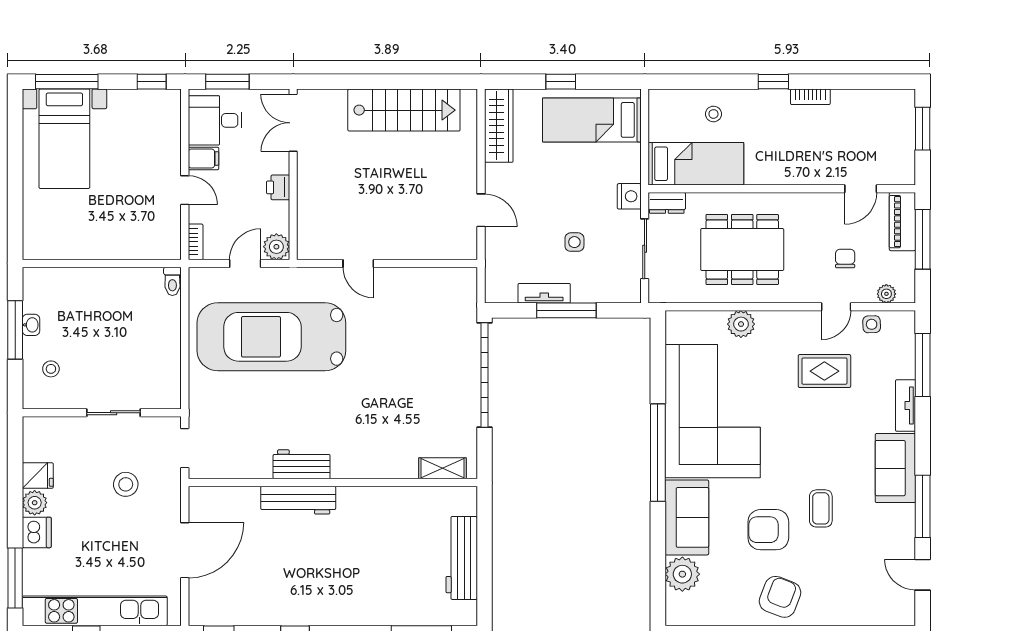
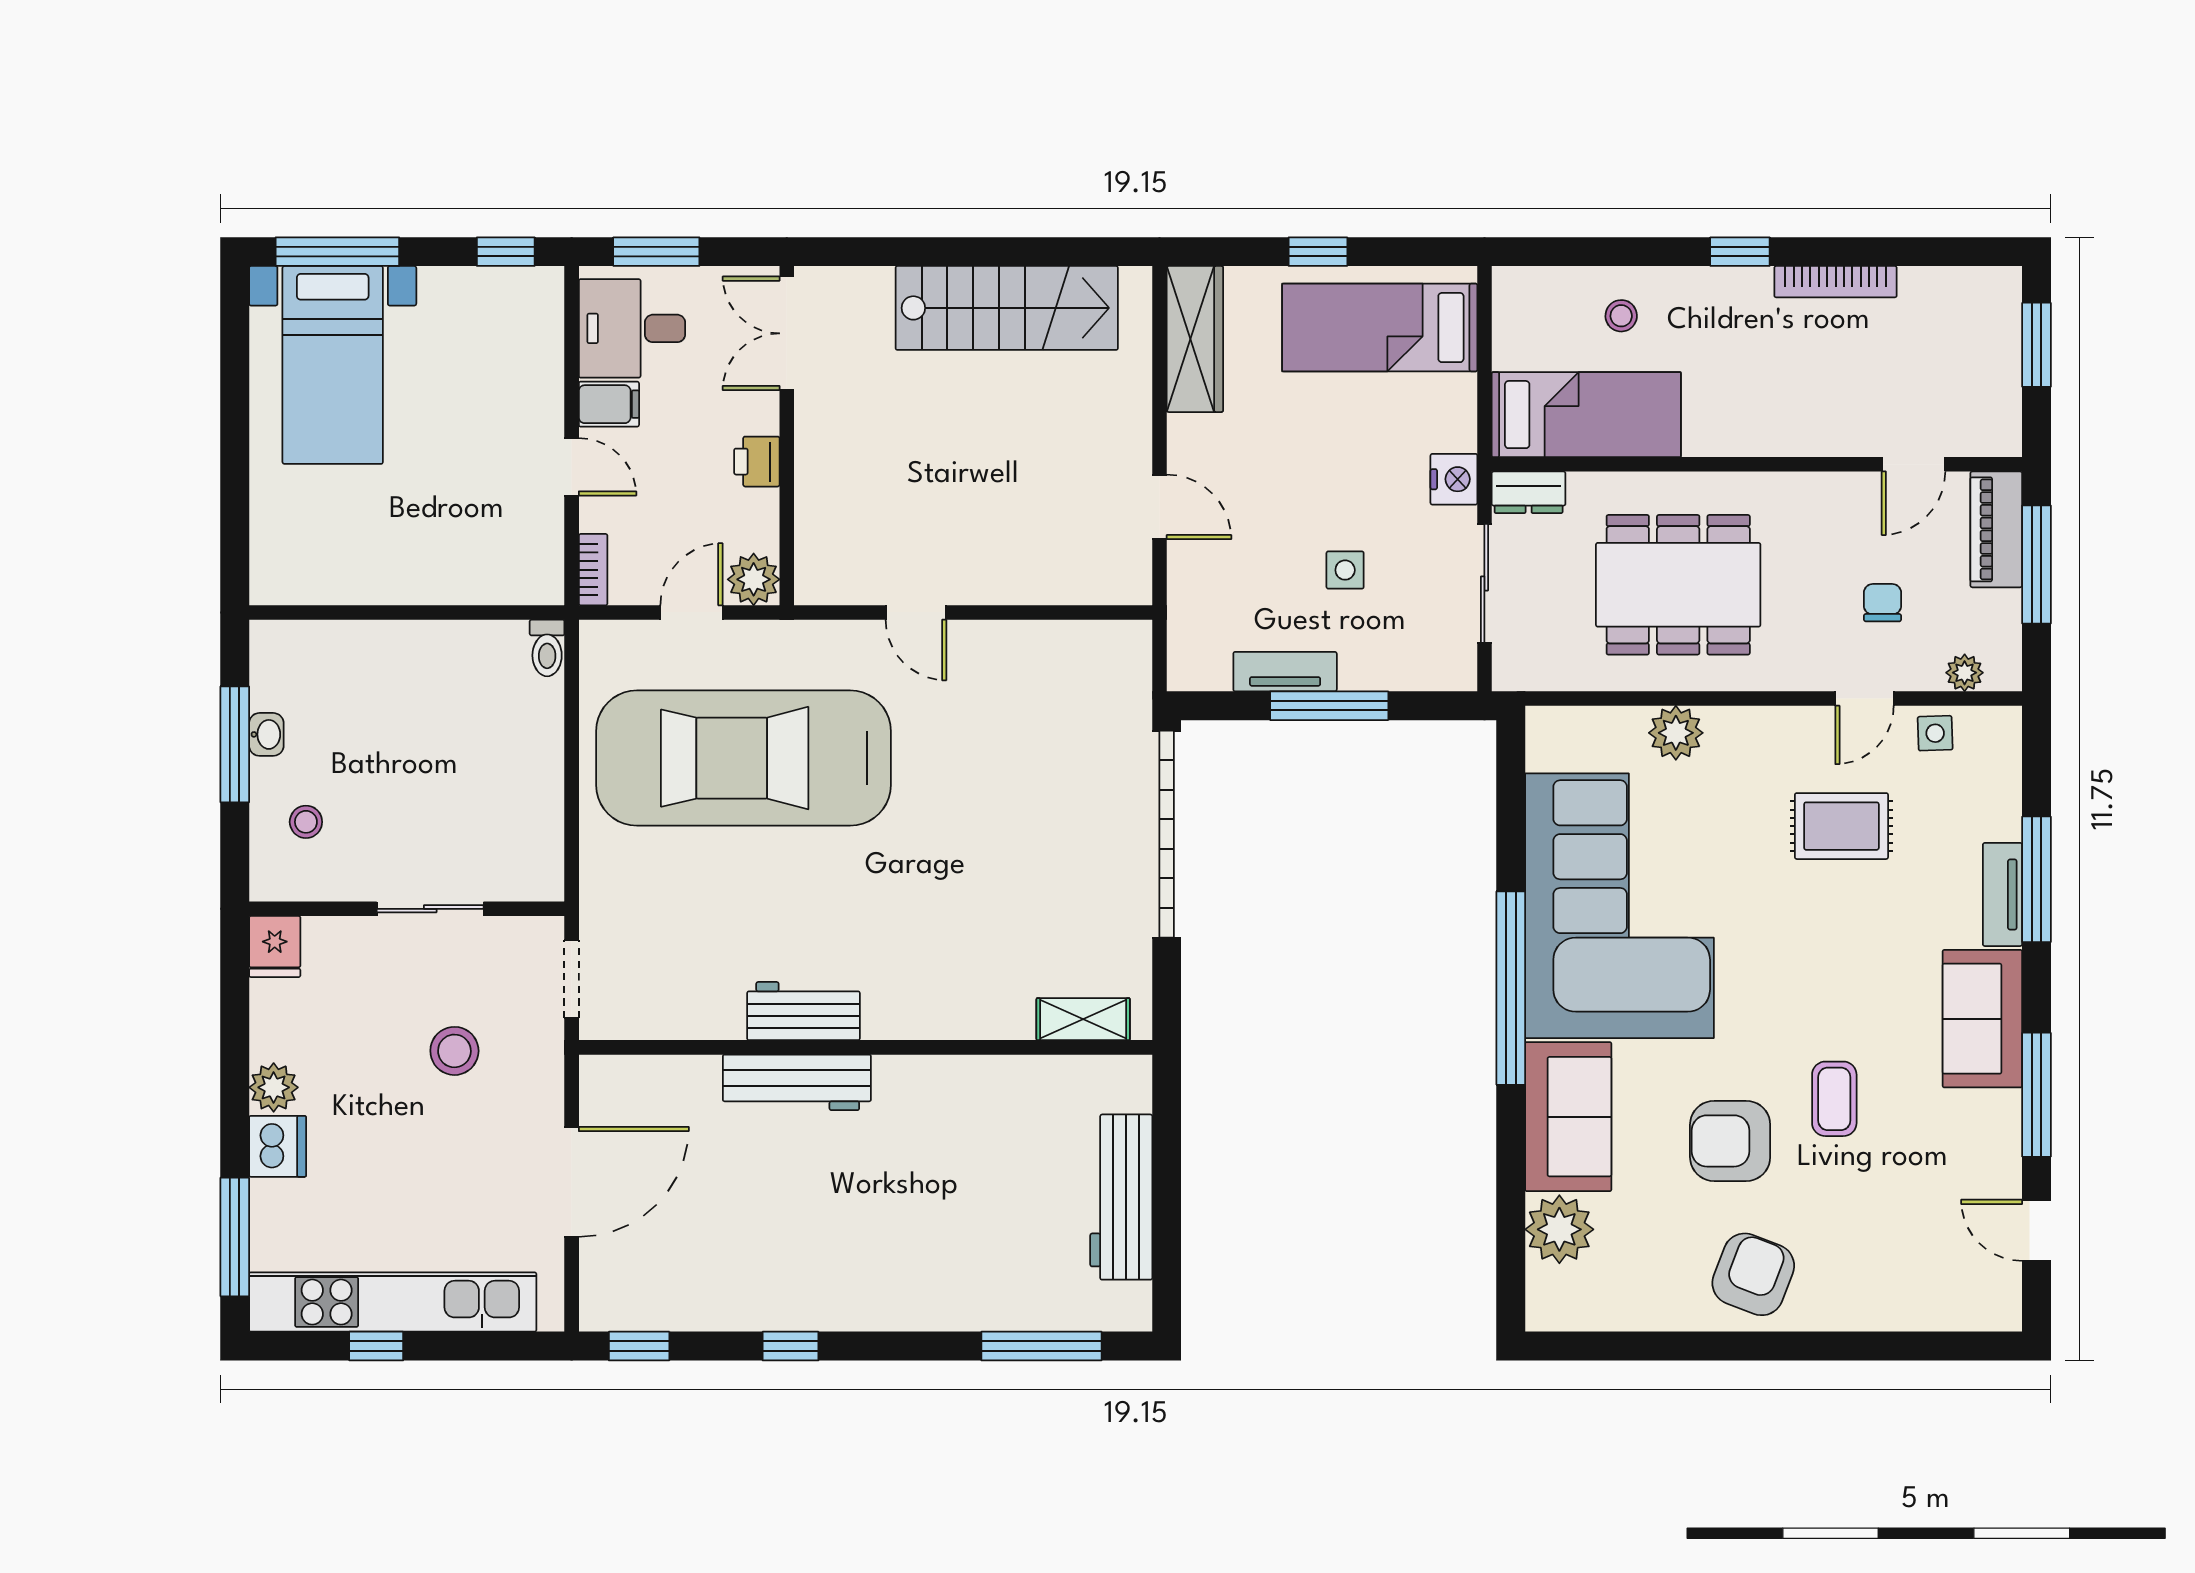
bookcase: (810, 97) -> (1836, 282), width x1.56
window: (923, 365) -> (2036, 879), moved
fridge: (38, 476) -> (275, 947), moved, turned 90

